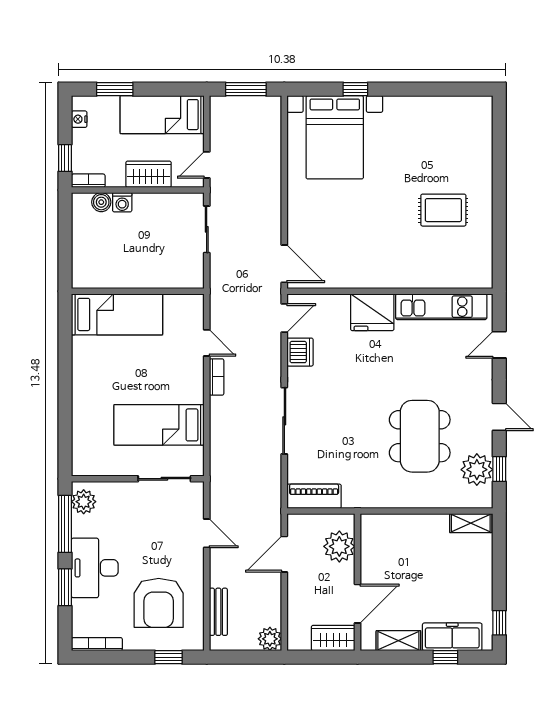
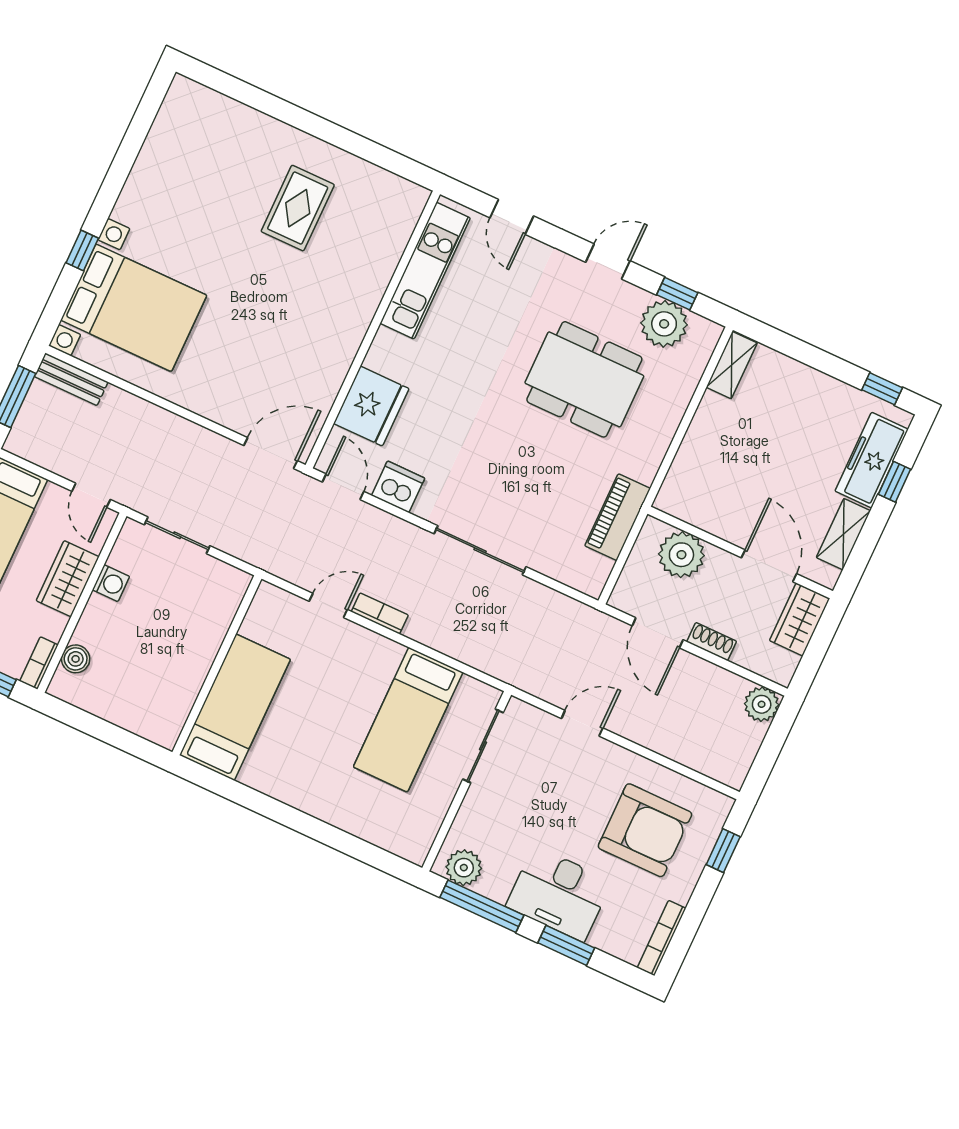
washing machine: (122, 202) -> (111, 583), moved
fridge: (372, 312) -> (371, 406), moved
piano: (314, 496) -> (618, 517), moved
shoe rack: (294, 590) -> (712, 642), added
bench: (218, 612) -> (71, 379), moved

